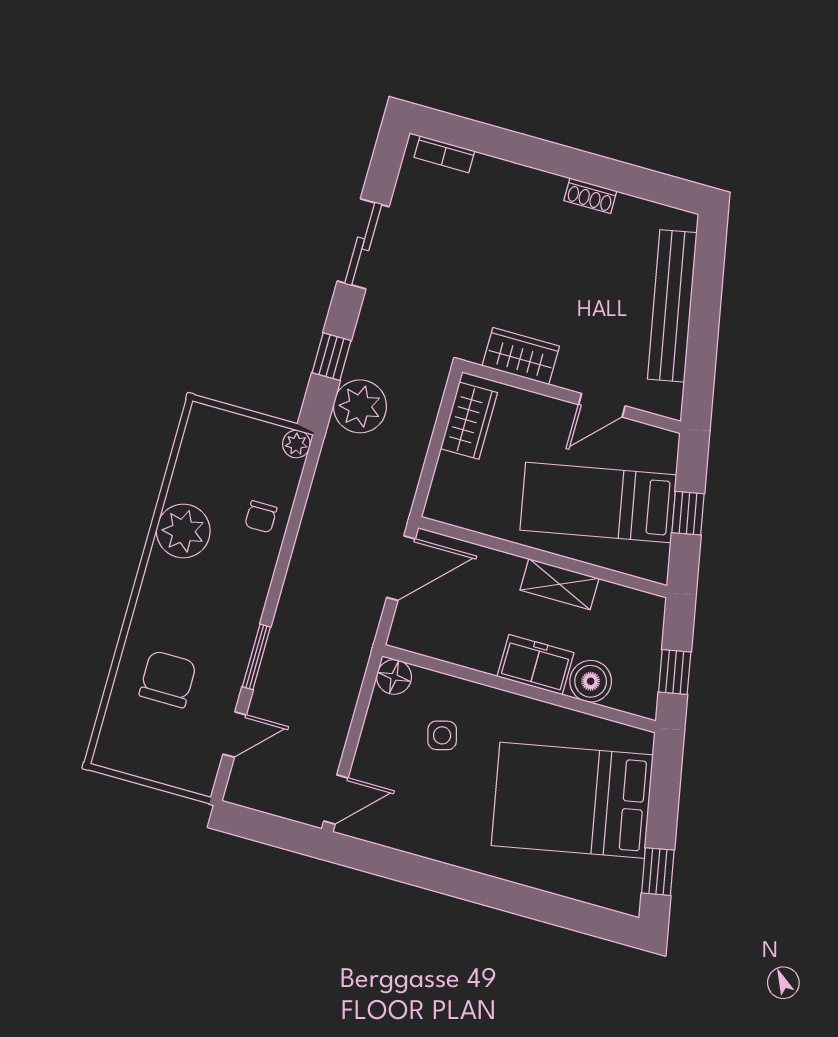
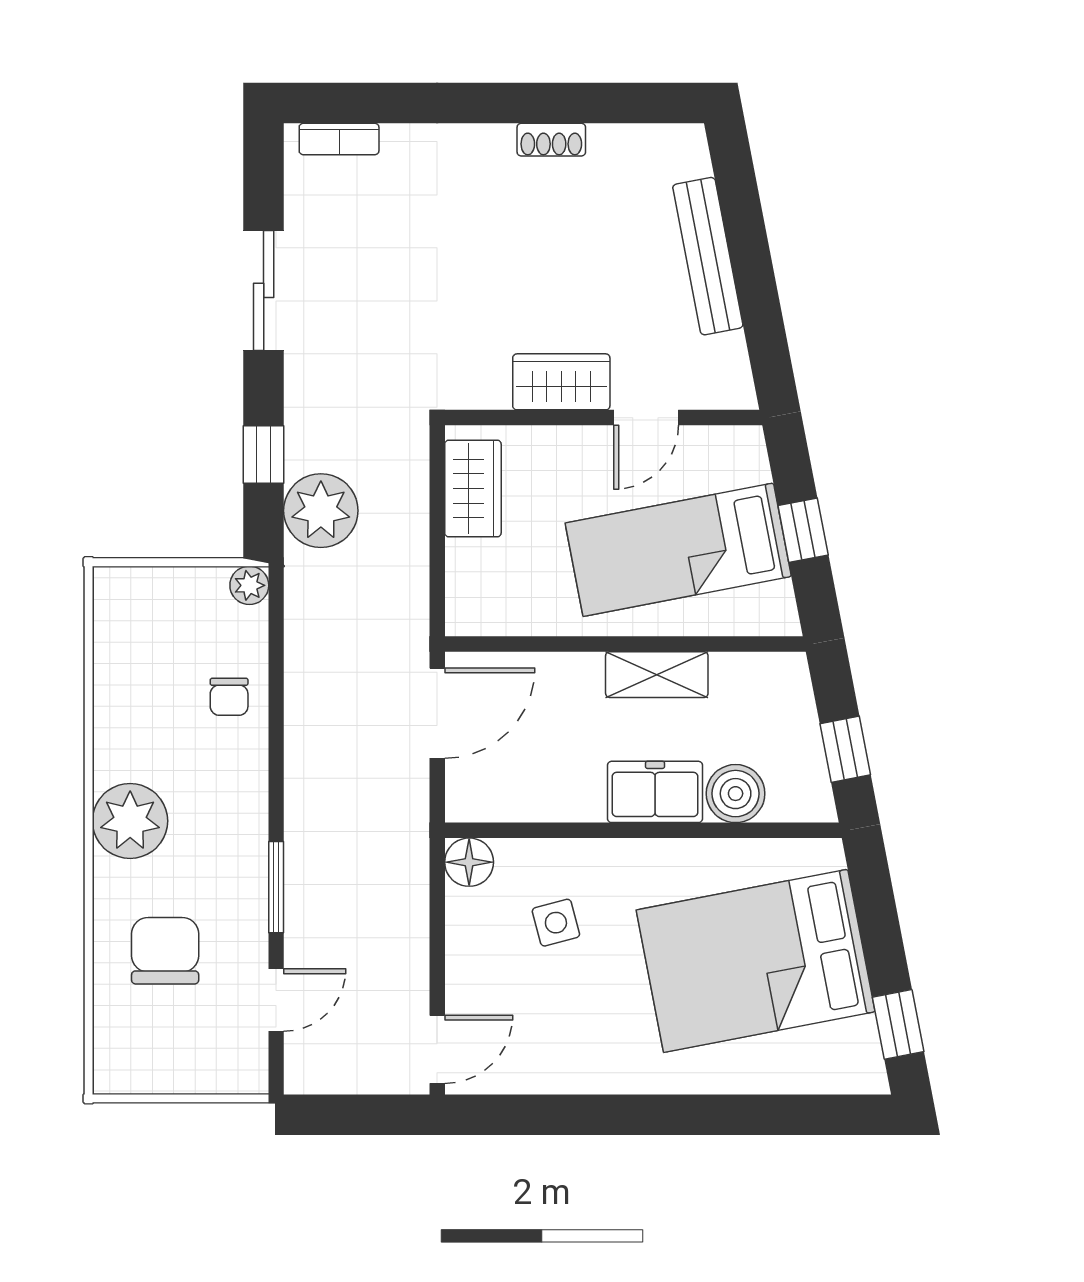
bench: (672, 306) -> (708, 256), width x0.73, depth x0.82
wardrobe: (521, 356) -> (561, 382), moved
plant: (183, 531) -> (130, 821), moved

